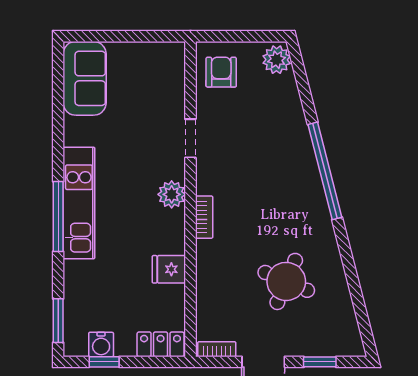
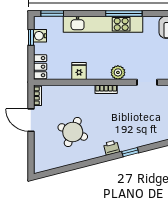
window: (325, 171) -> (130, 152), width x0.32
kitchen unit: (79, 203) -> (103, 24), width x1.36
printer: (316, 207) -> (111, 148), added
window: (58, 217) -> (124, 13), moved
window: (320, 362) -> (31, 149), removed

